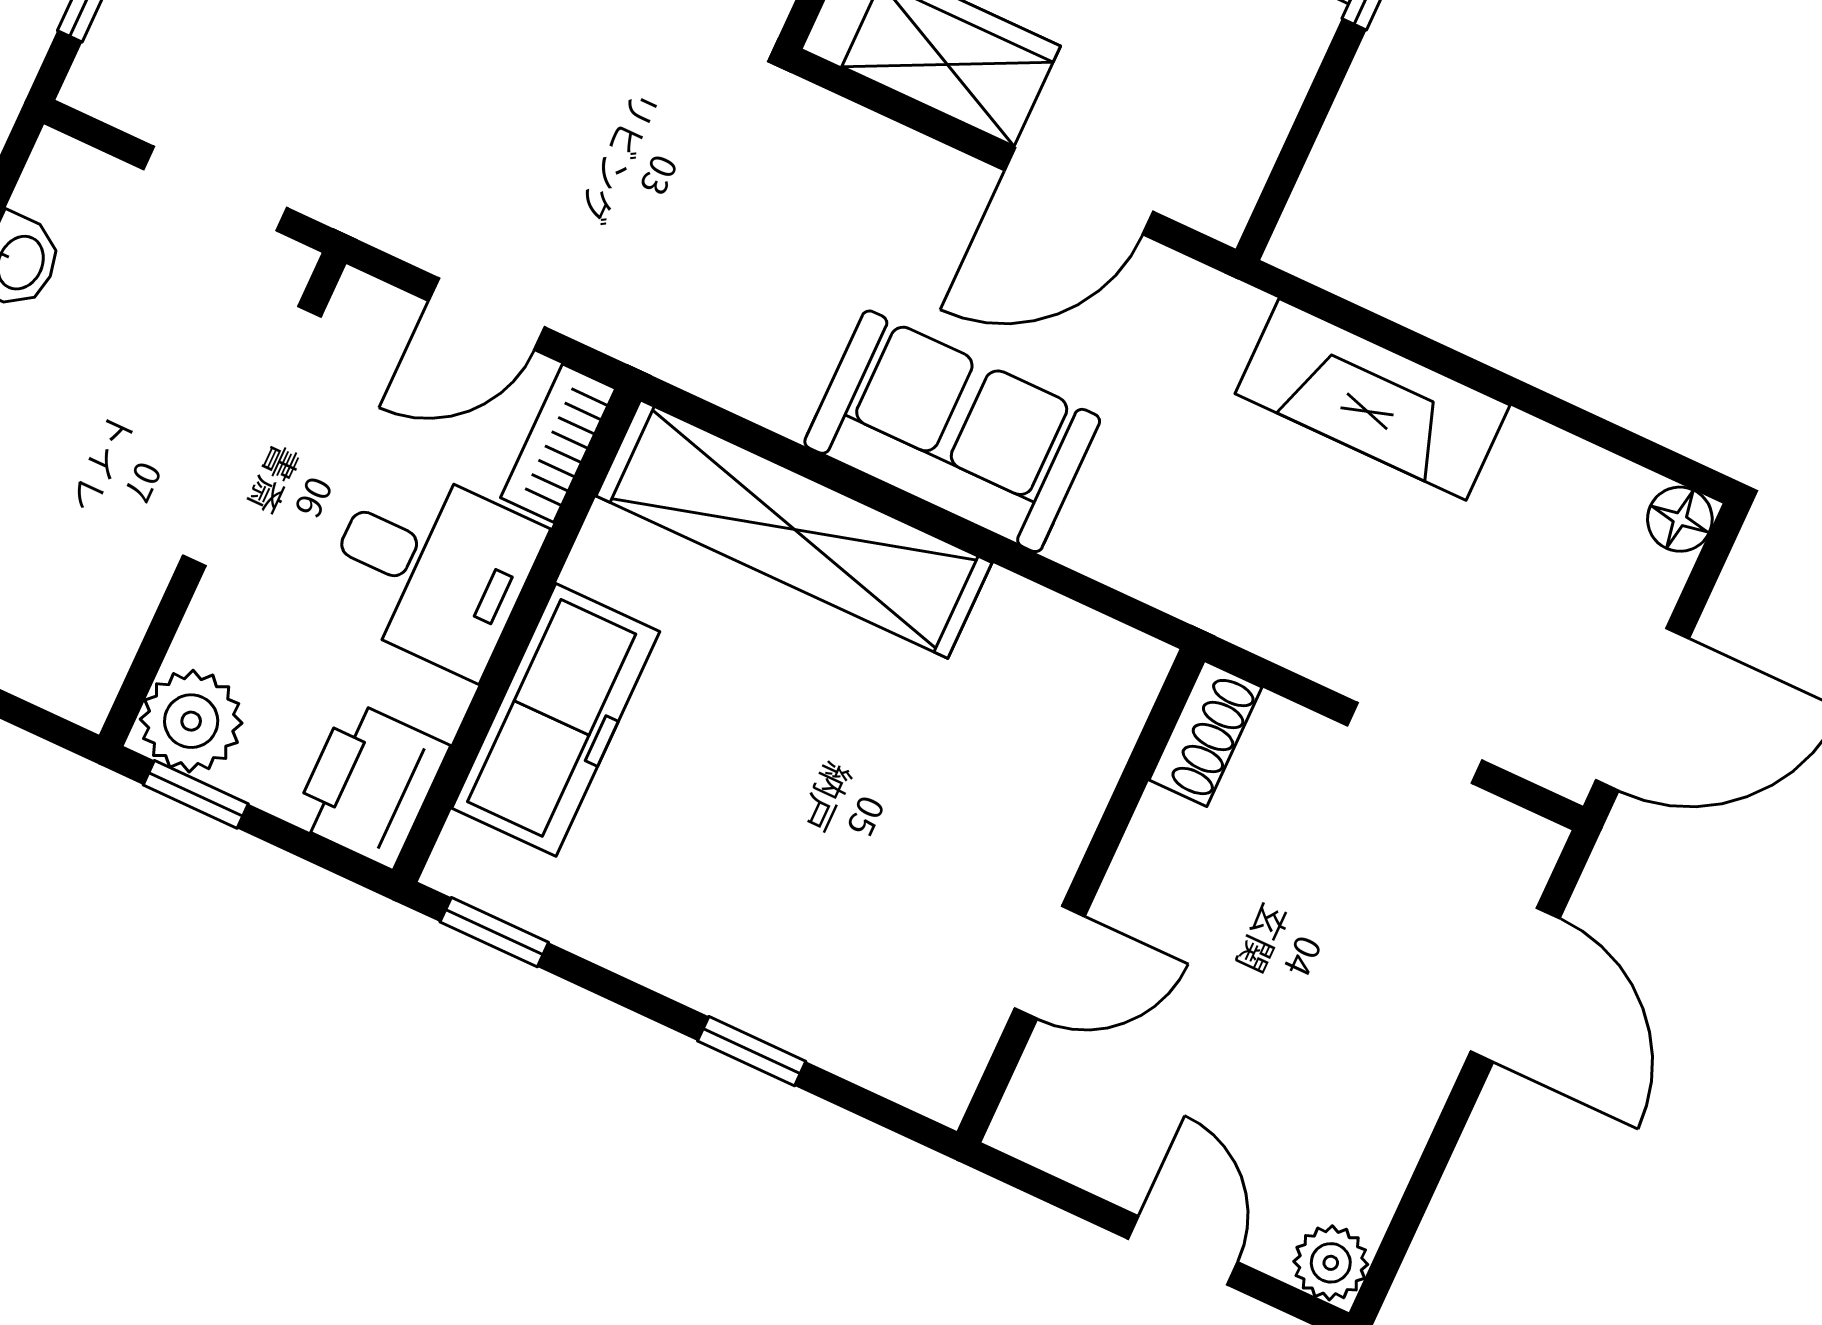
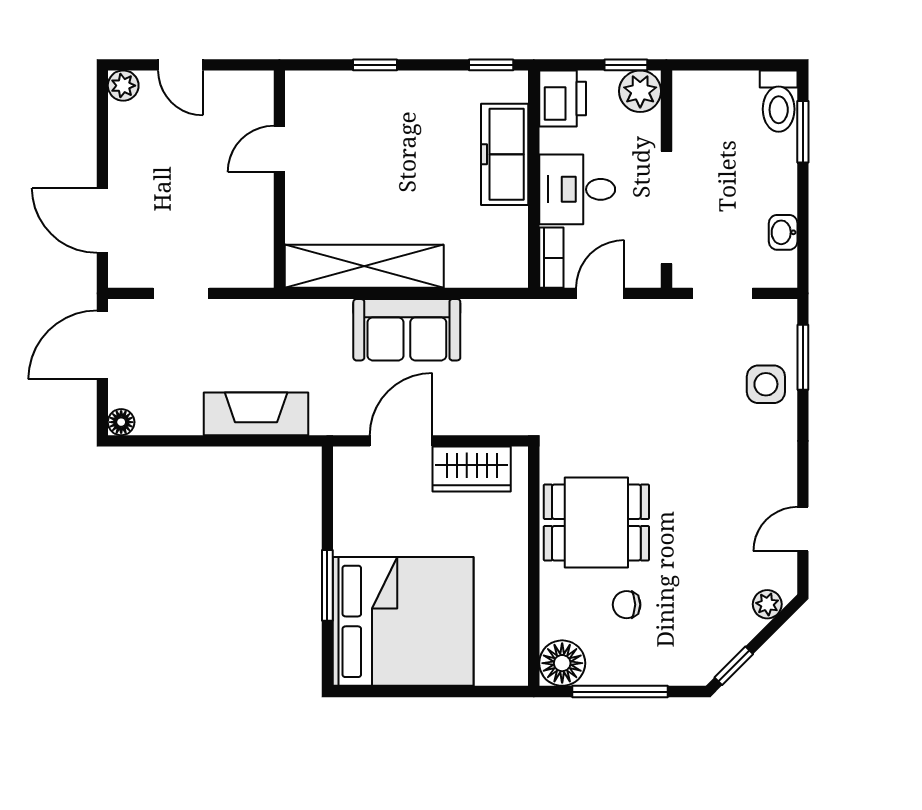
shelving: (794, 529) -> (364, 266), moved
shoe rack: (1205, 734) -> (261, 261), removed

